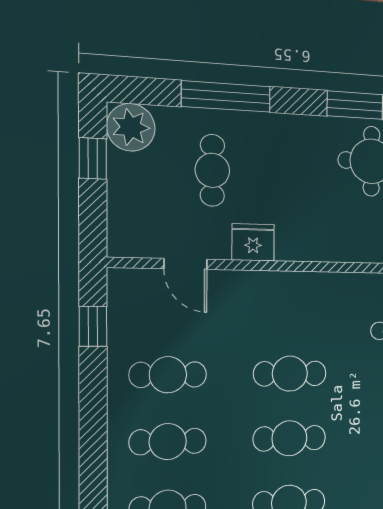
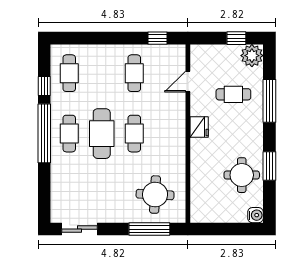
fridge: (253, 242) -> (199, 127), moved
cafe table: (289, 438) -> (102, 134), width x1.37, depth x1.35
cafe table: (168, 442) -> (102, 73), removed

